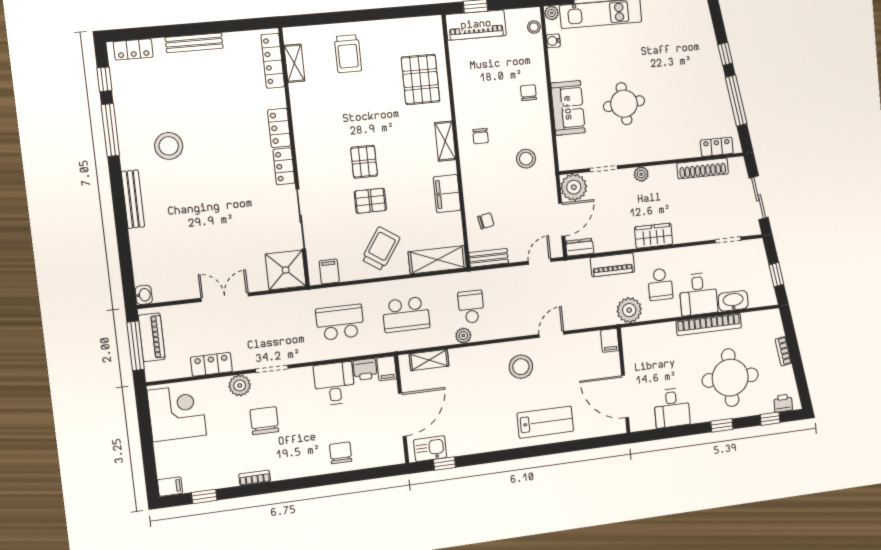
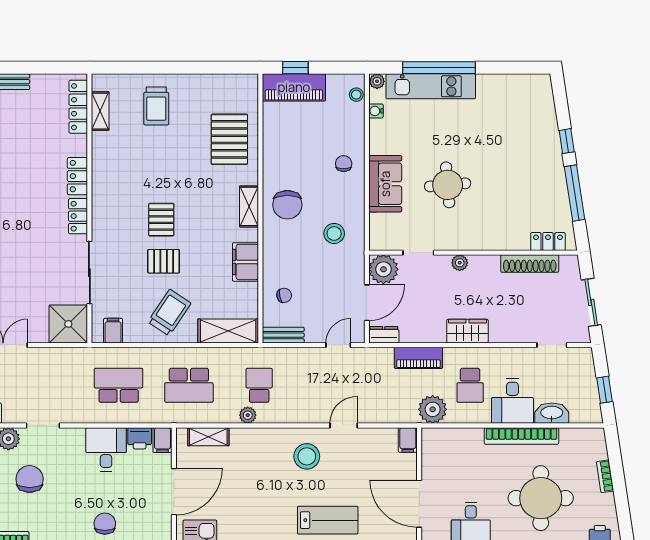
chair: (481, 136) -> (287, 205), width x1.87, depth x1.87

